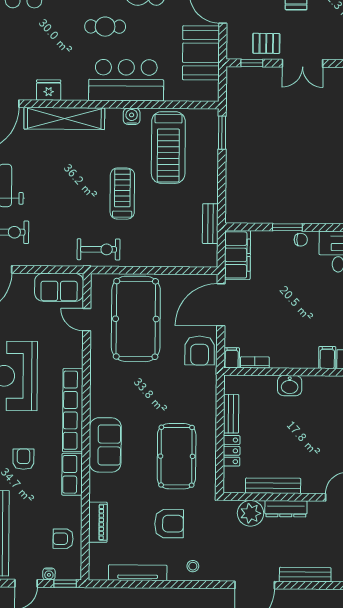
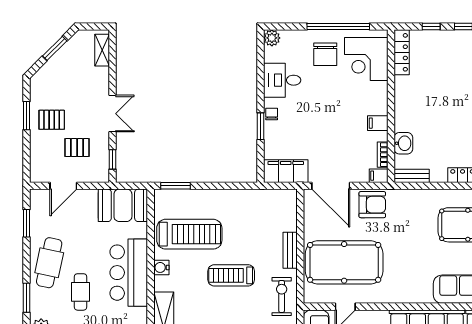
pallet: (266, 43) -> (77, 148), moved, turned 90
booth: (201, 53) -> (123, 205), moved
bench: (210, 224) -> (290, 250), moved, turned 90
filing cabinet: (327, 357) -> (378, 123), moved
washbasin: (290, 386) -> (403, 143), moved
bench: (231, 414) -> (412, 176), moved

